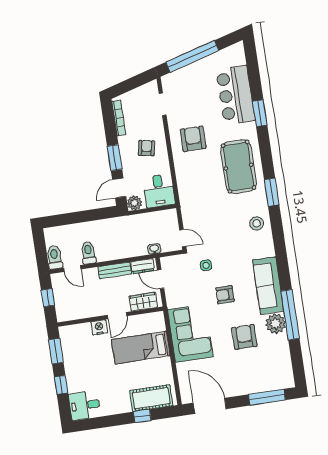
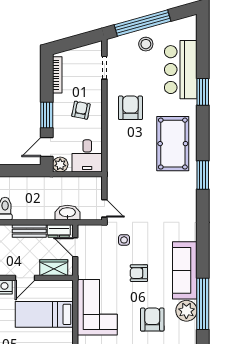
stool: (257, 223) -> (146, 44), moved
washbasin: (154, 249) -> (67, 213), width x1.91, depth x1.45

